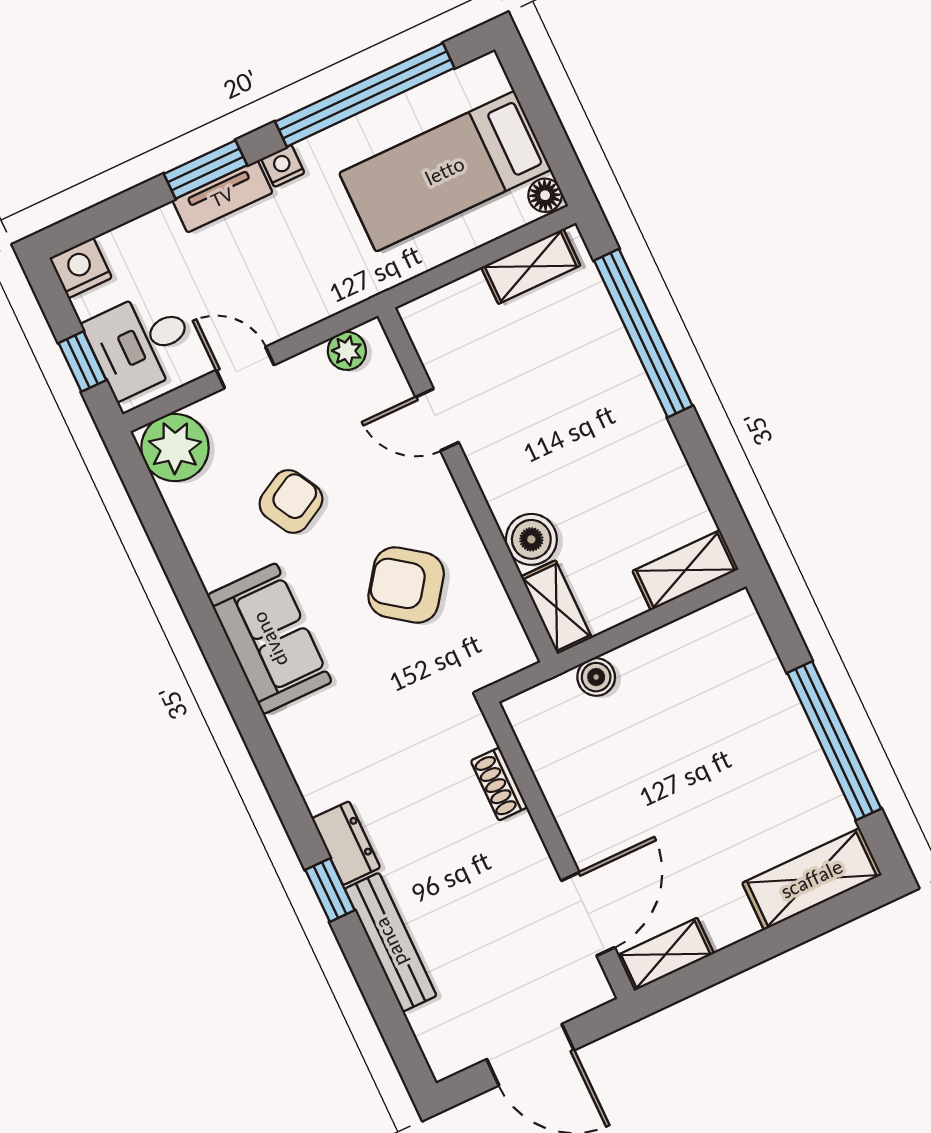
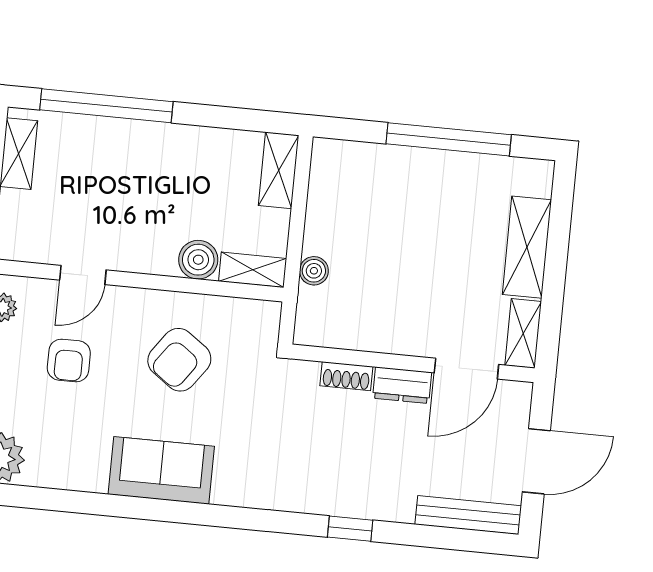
armchair: (291, 501) -> (69, 361), moved, turned -151
dresser: (346, 843) -> (402, 385), moved, turned 180
shelving: (812, 879) -> (527, 247), moved
door: (588, 914) -> (466, 369), swing flipped
bench: (391, 942) -> (468, 515), moved

